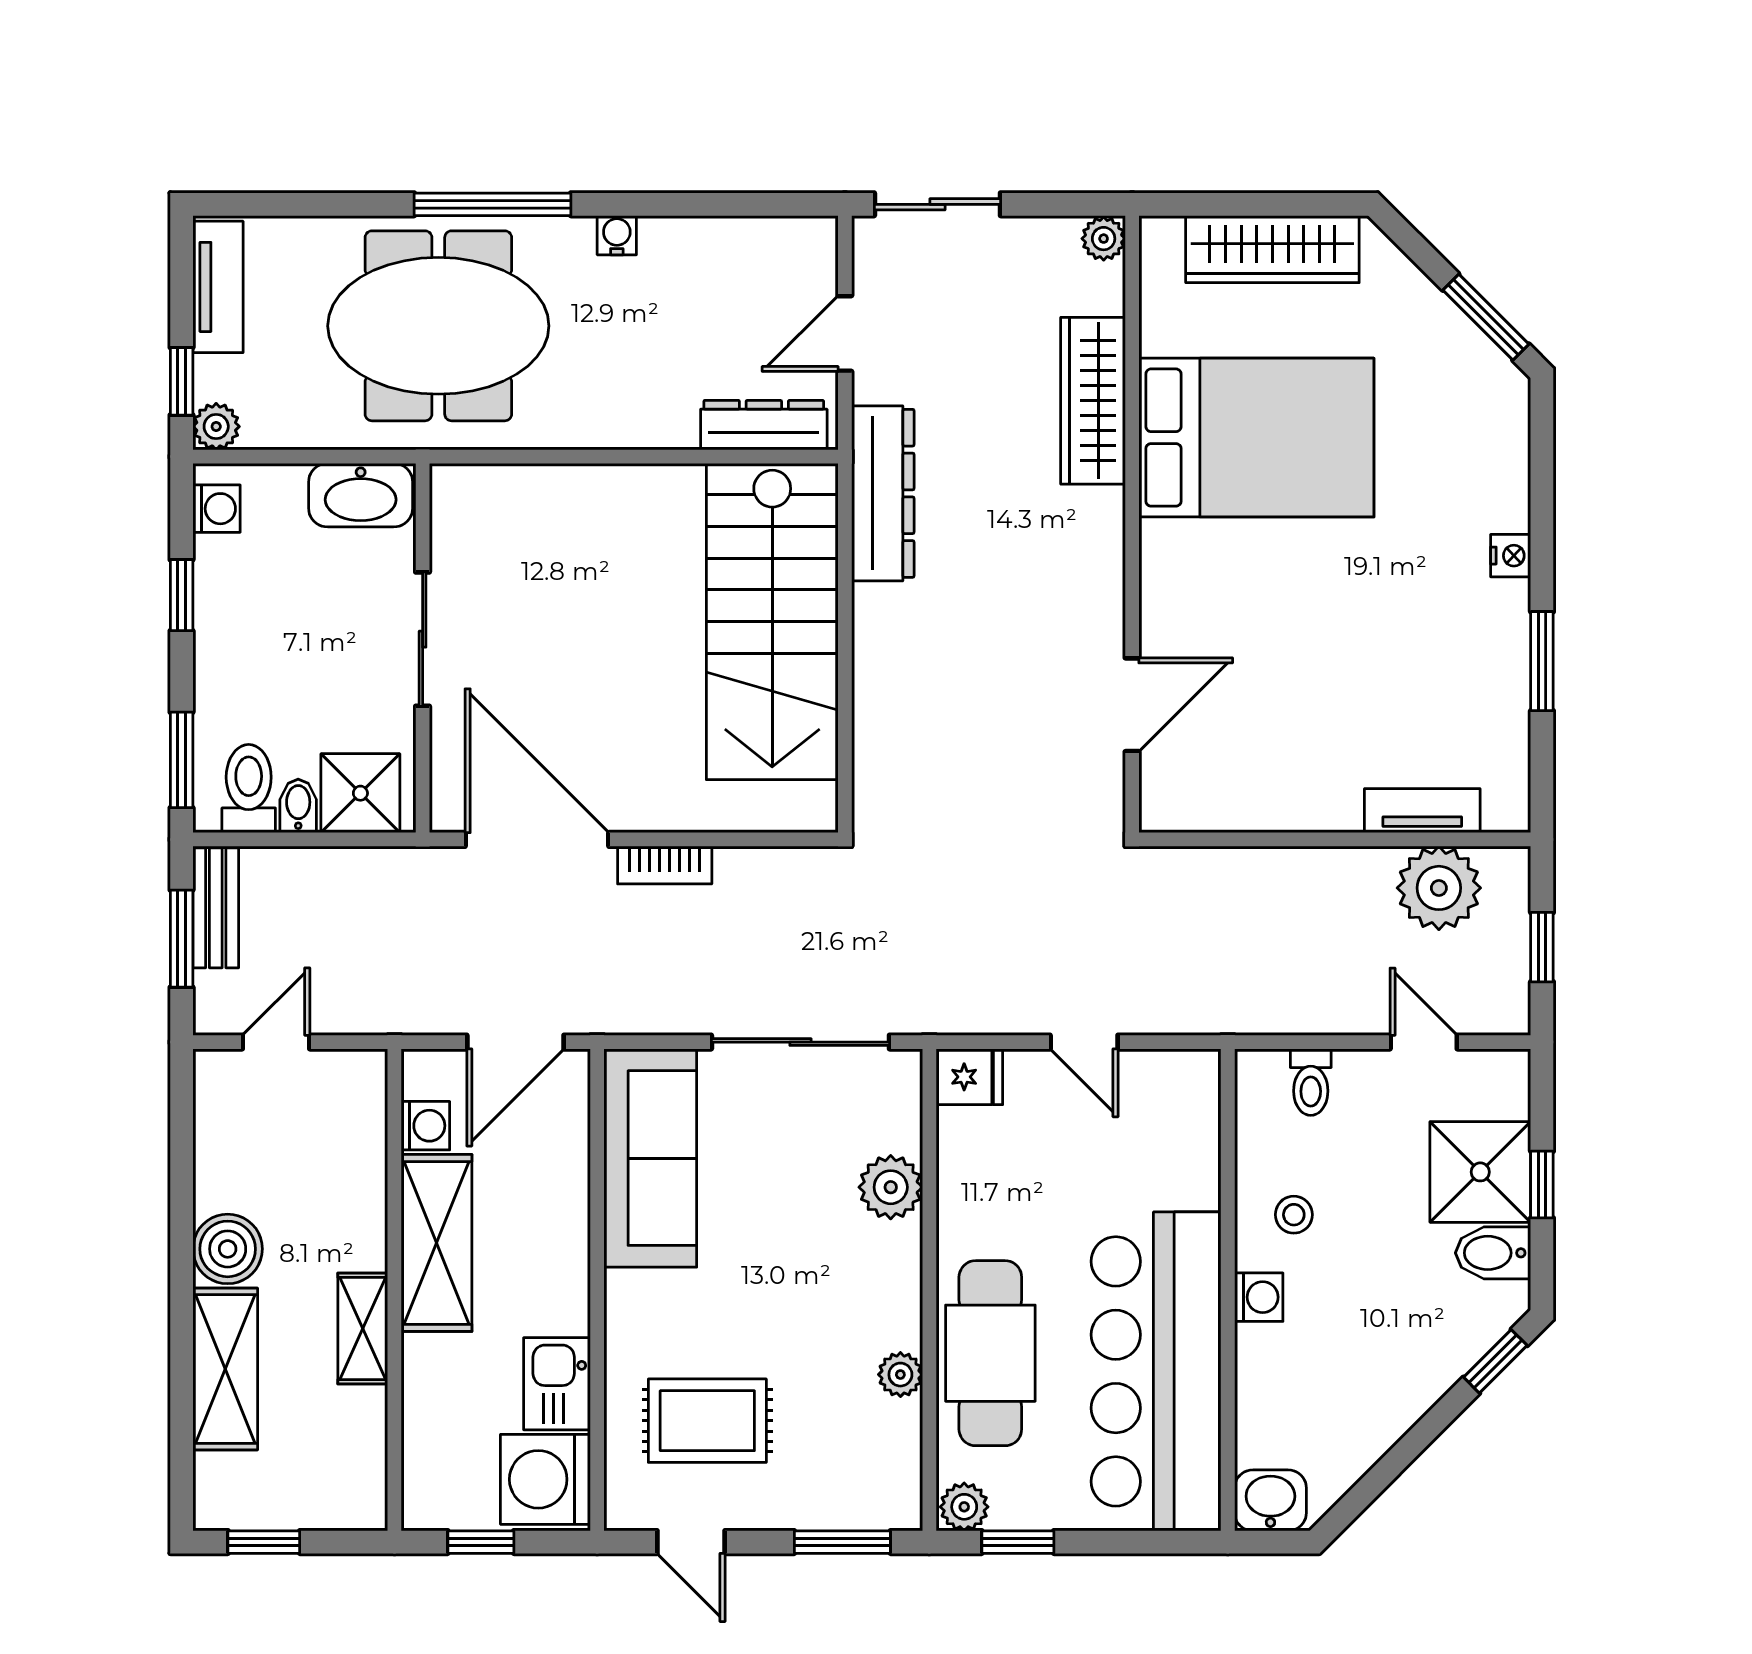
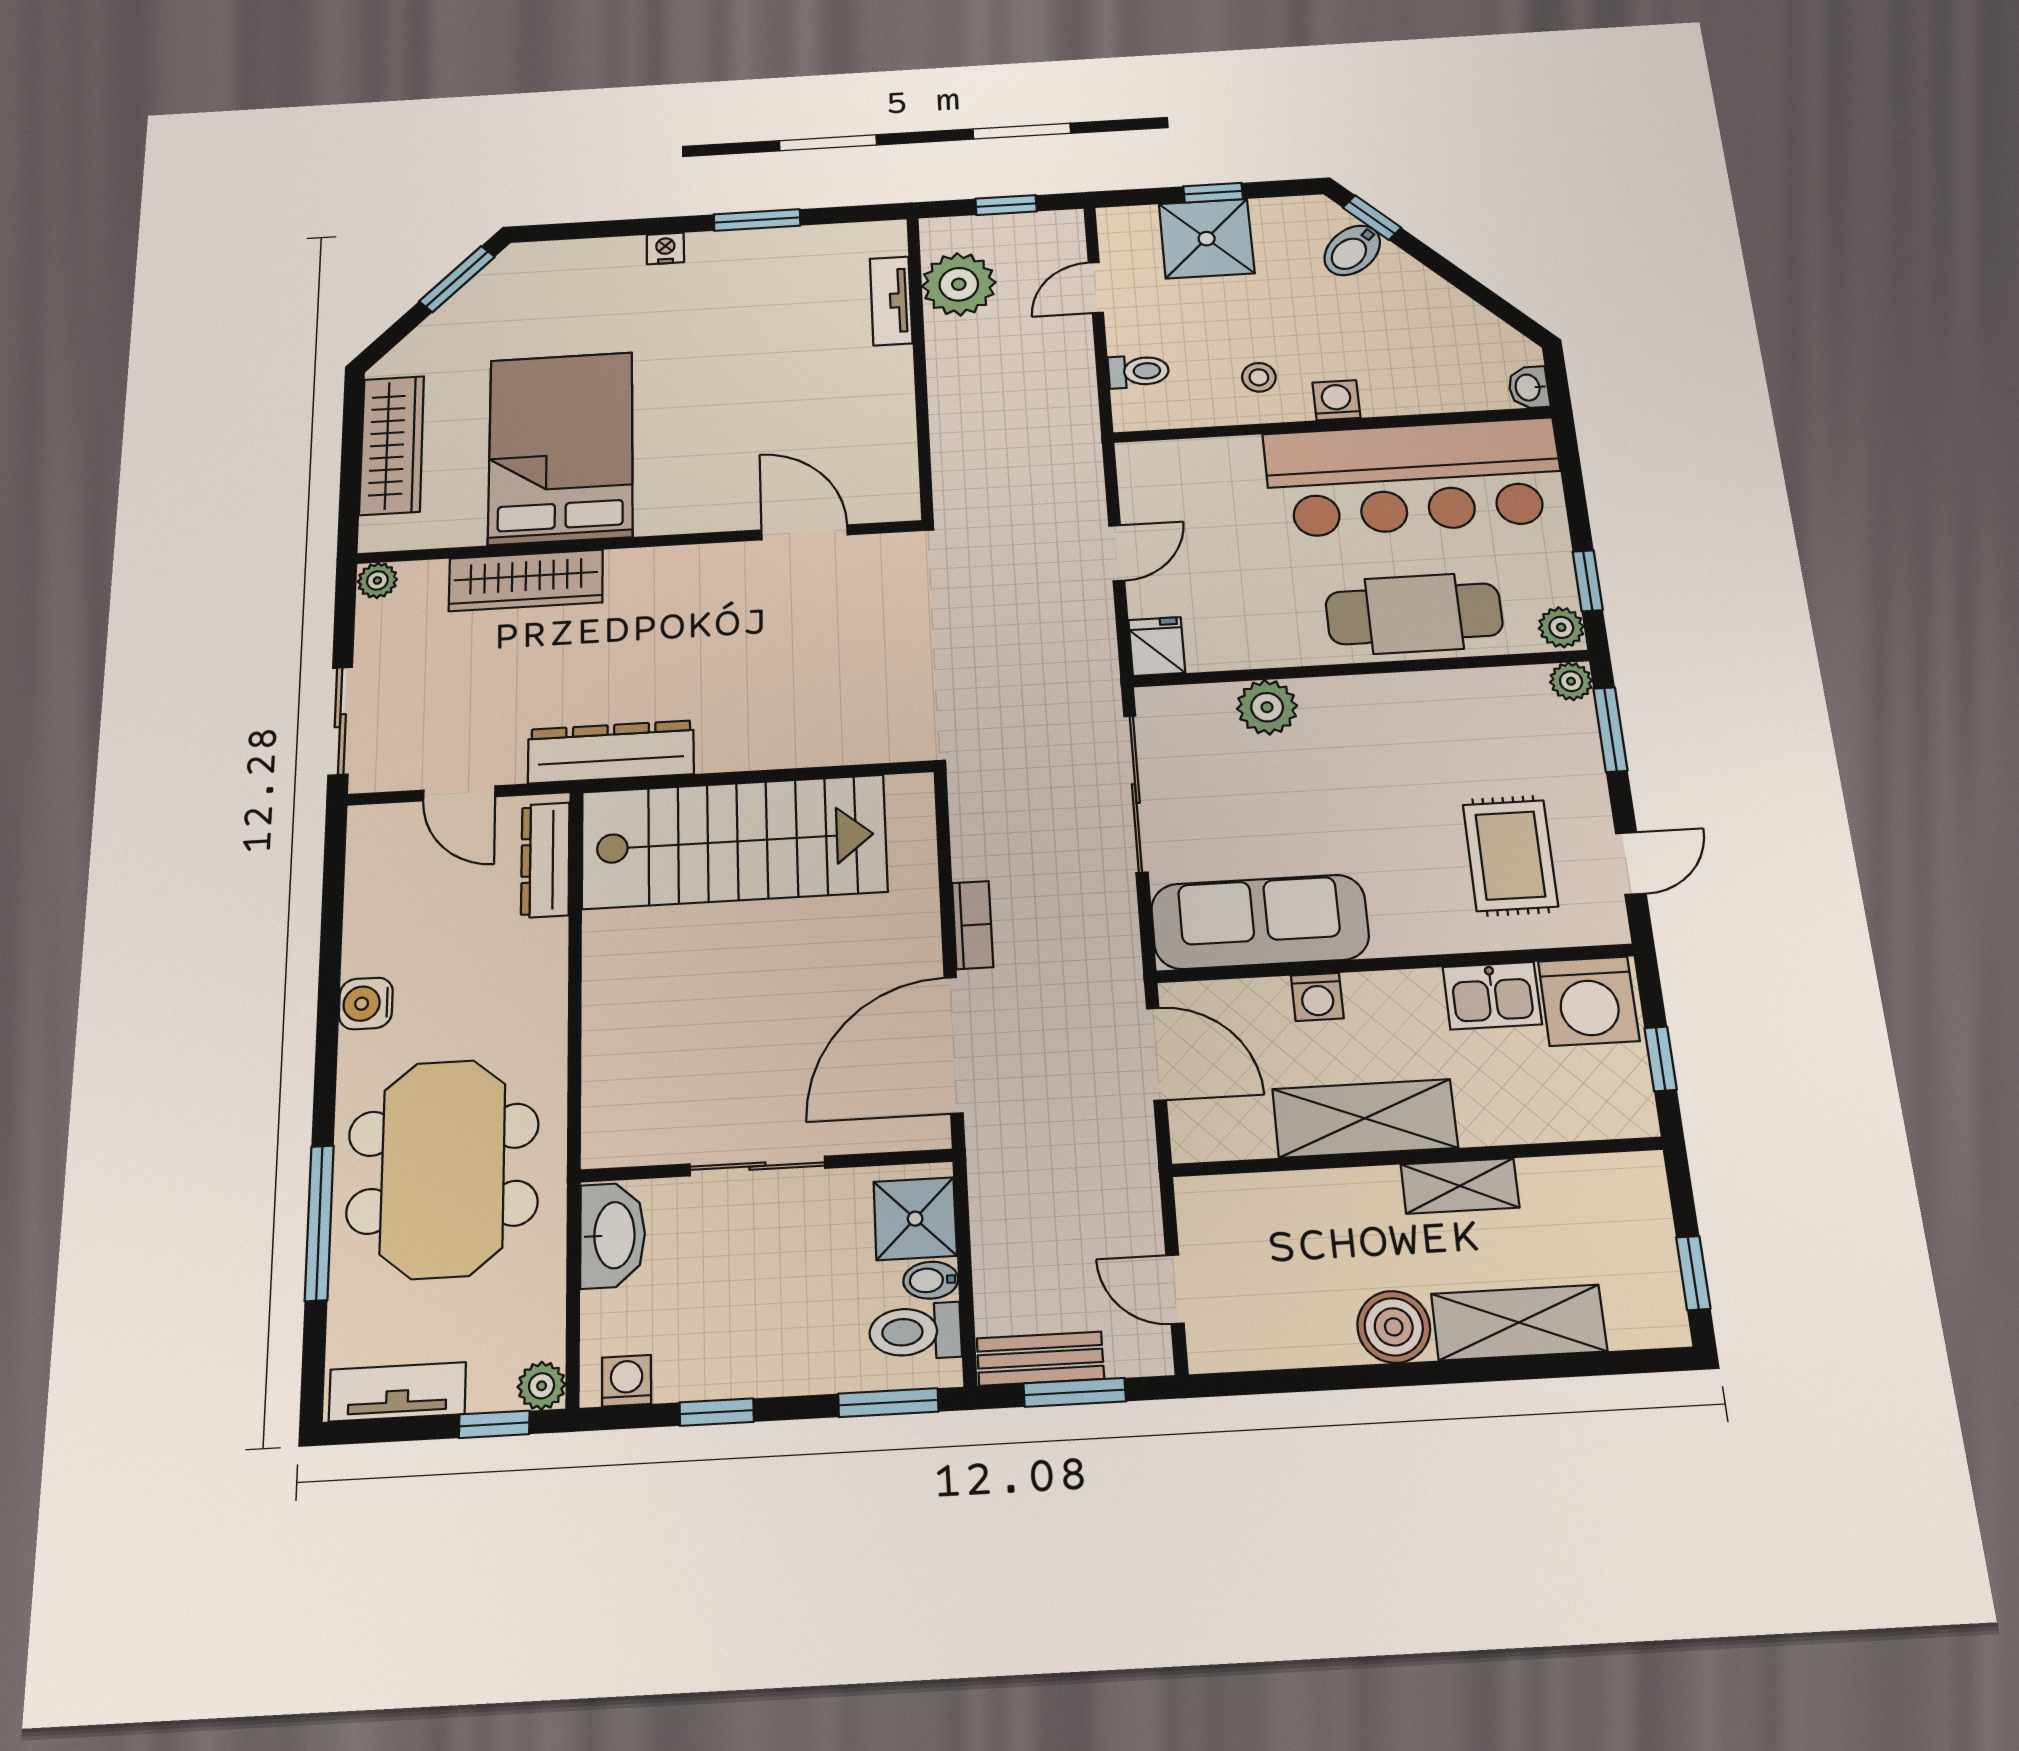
window: (492, 204) -> (319, 1223), moved
water cooler: (617, 235) -> (366, 1003), width x1.38, depth x1.38
washing machine: (425, 1126) -> (1317, 997), moved, turned 180
bidet: (1493, 1253) -> (1352, 250), moved, turned 45
plant: (900, 1375) -> (1571, 681), moved
washbasin: (1270, 1500) -> (1529, 387), width x0.72, depth x0.69

